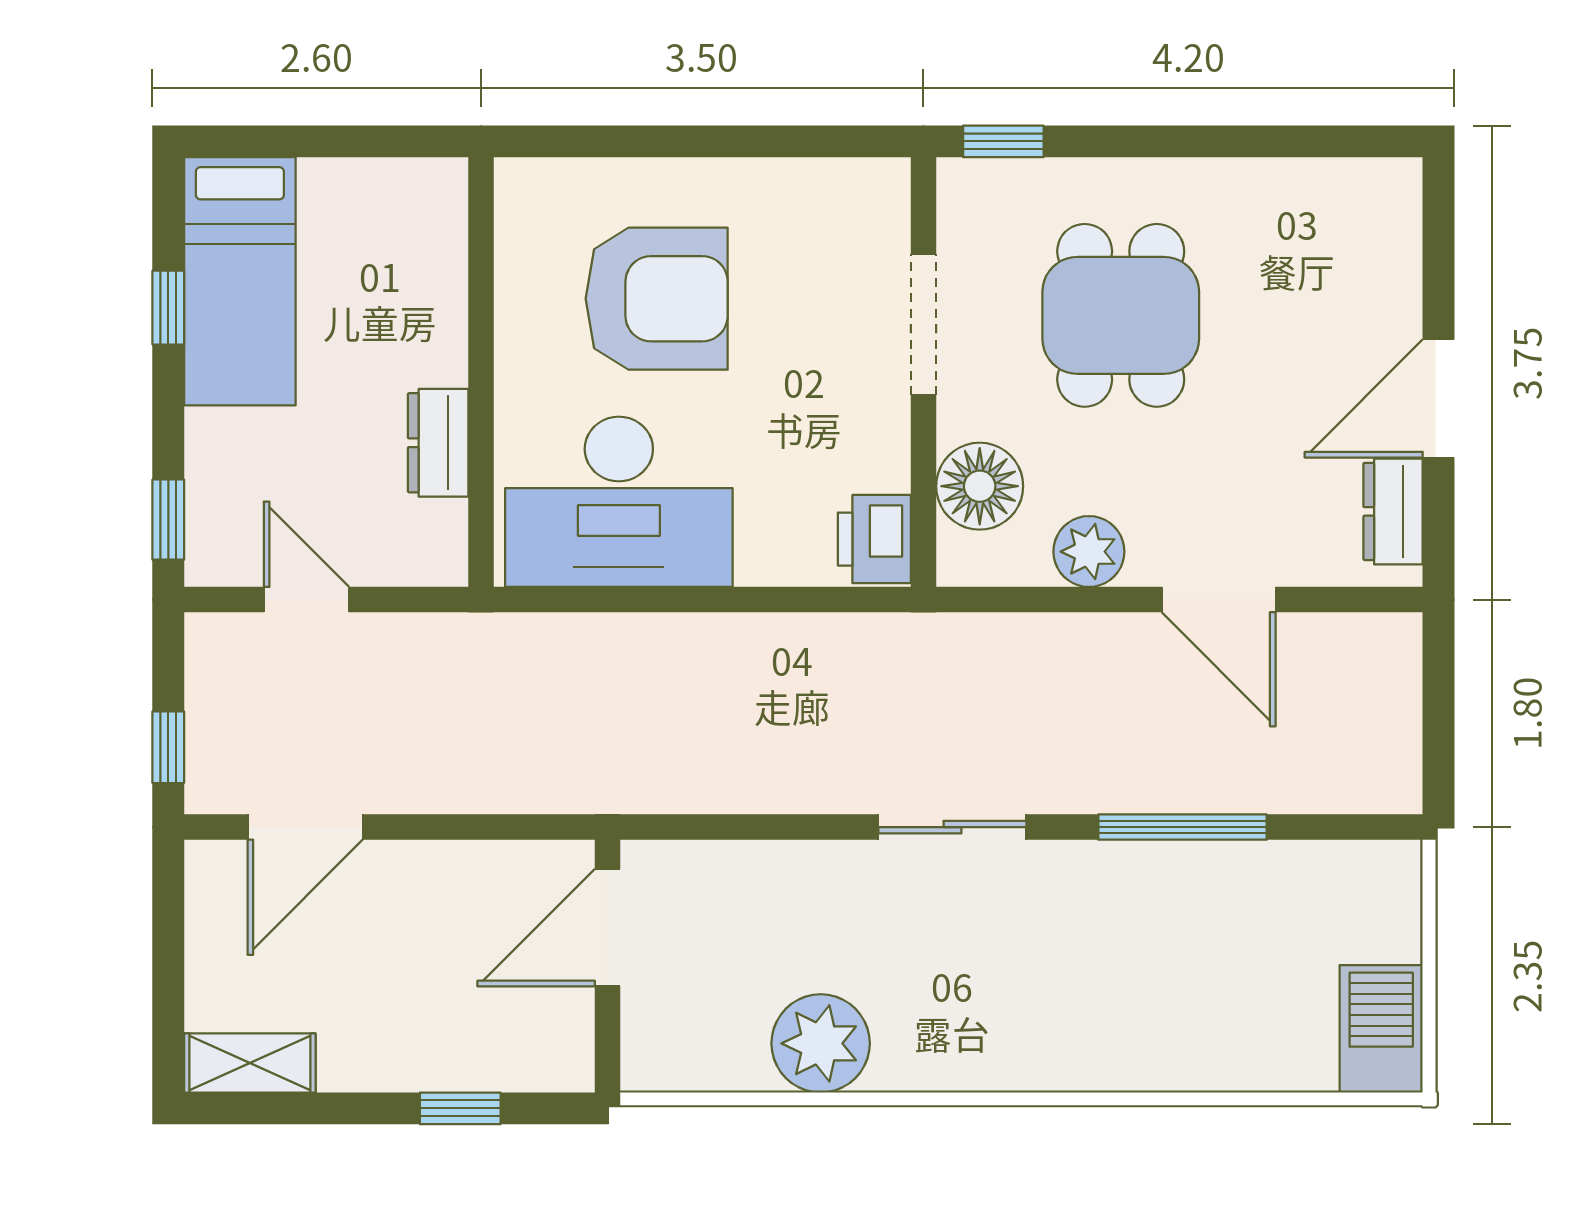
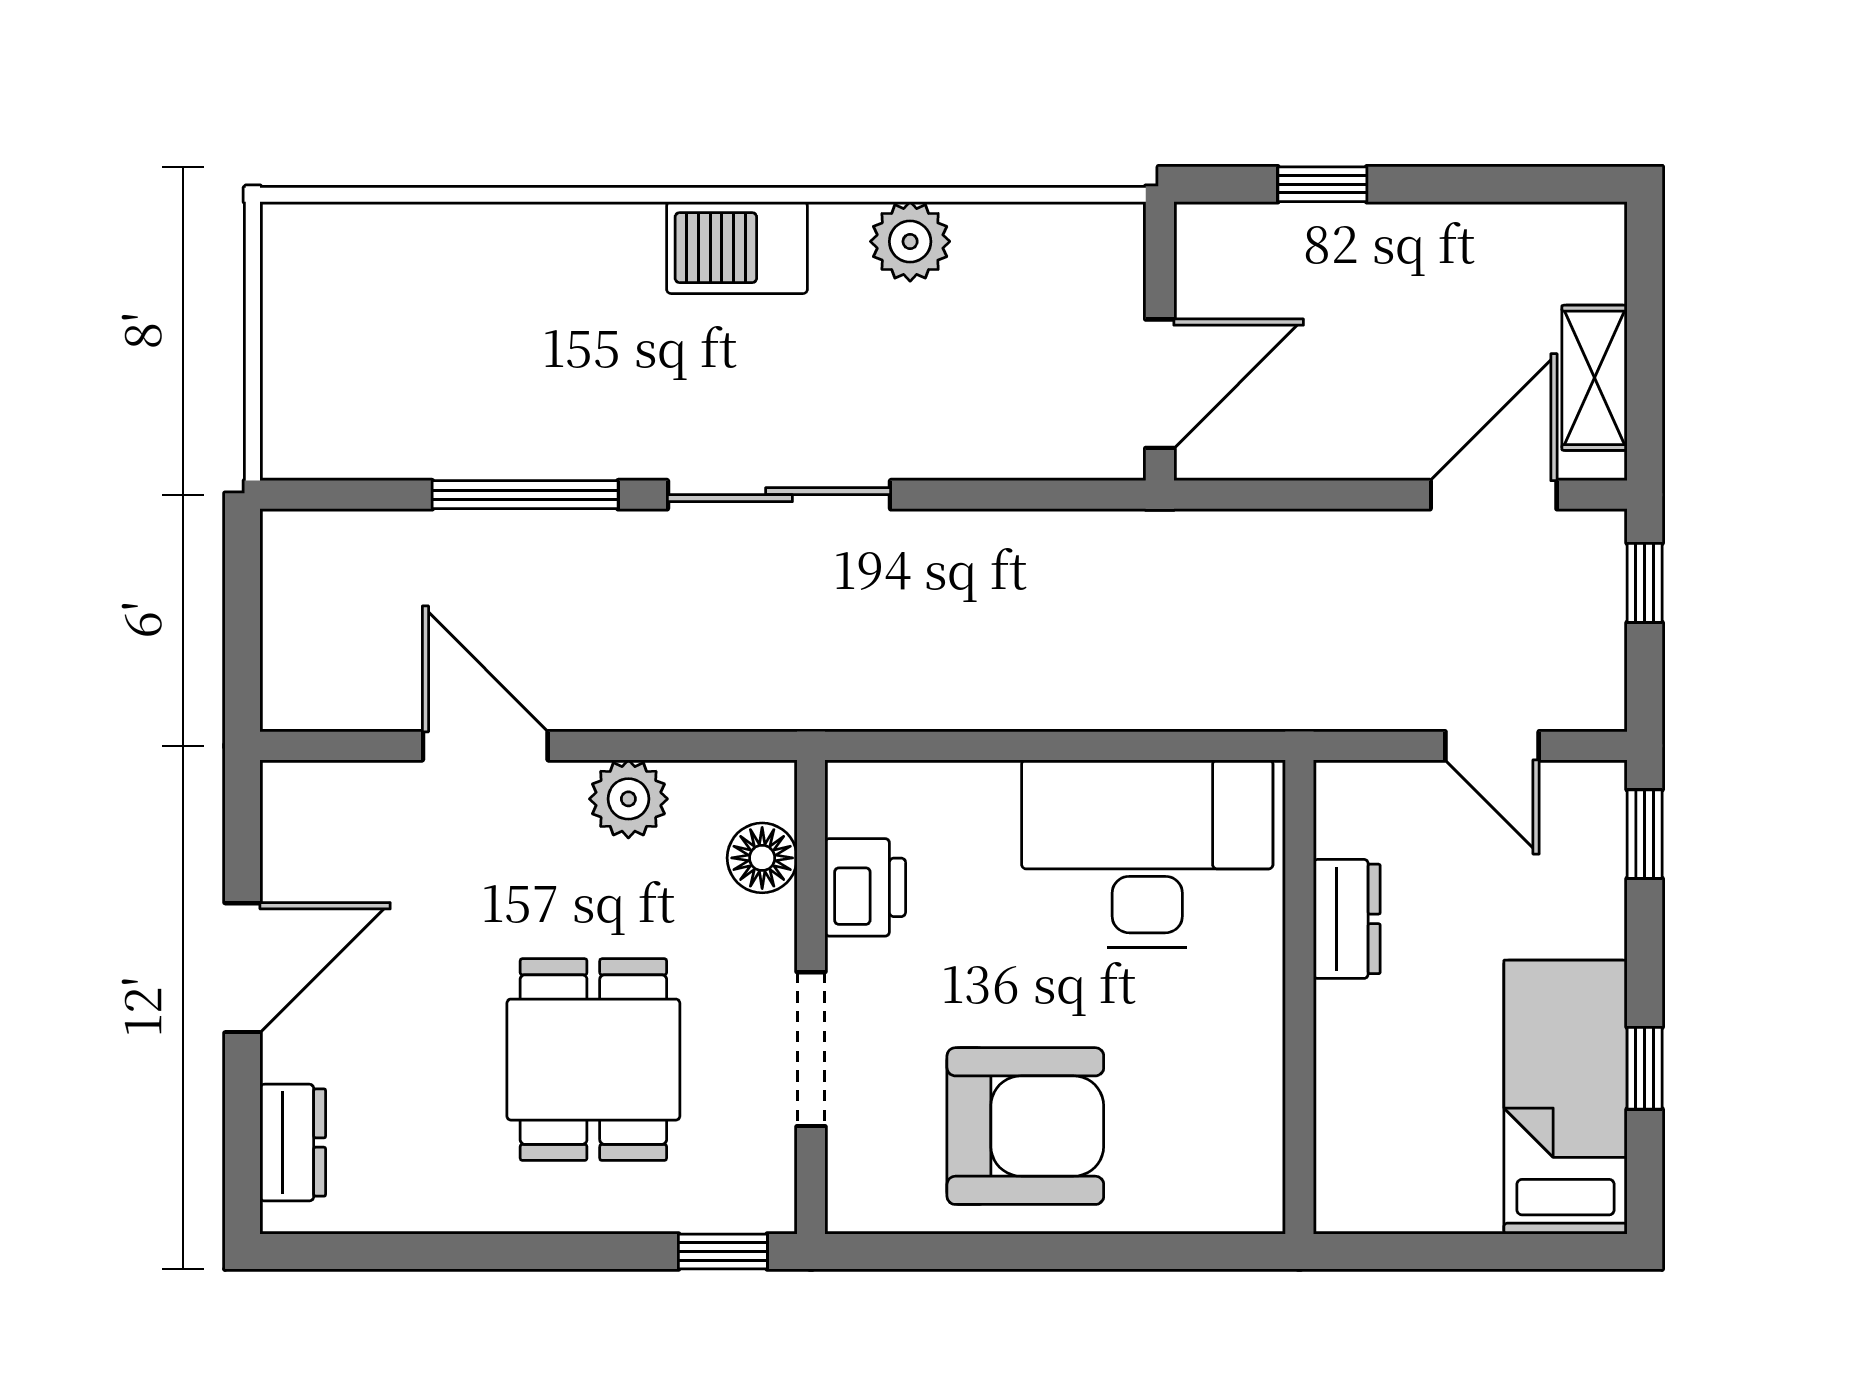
armchair: (657, 299) -> (1025, 1126), moved, turned 180
floor lamp: (980, 486) -> (762, 858), width x0.73, depth x0.73
dresser: (1393, 511) -> (293, 1143), moved
printer: (874, 539) -> (865, 887), moved
sliding door: (952, 827) -> (779, 495), width x1.37
barbecue: (1381, 1029) -> (737, 248), moved, turned 90
plant: (821, 1043) -> (910, 241), width x0.73, depth x0.73
shelving: (250, 1063) -> (1595, 378), moved, turned 90

